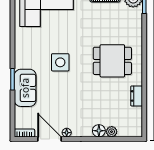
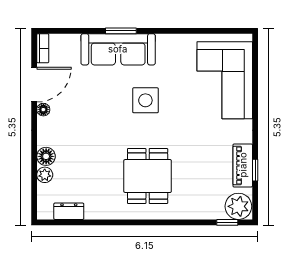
sofa: (25, 88) -> (118, 49), width x1.36
dresser: (137, 96) -> (69, 211), moved

